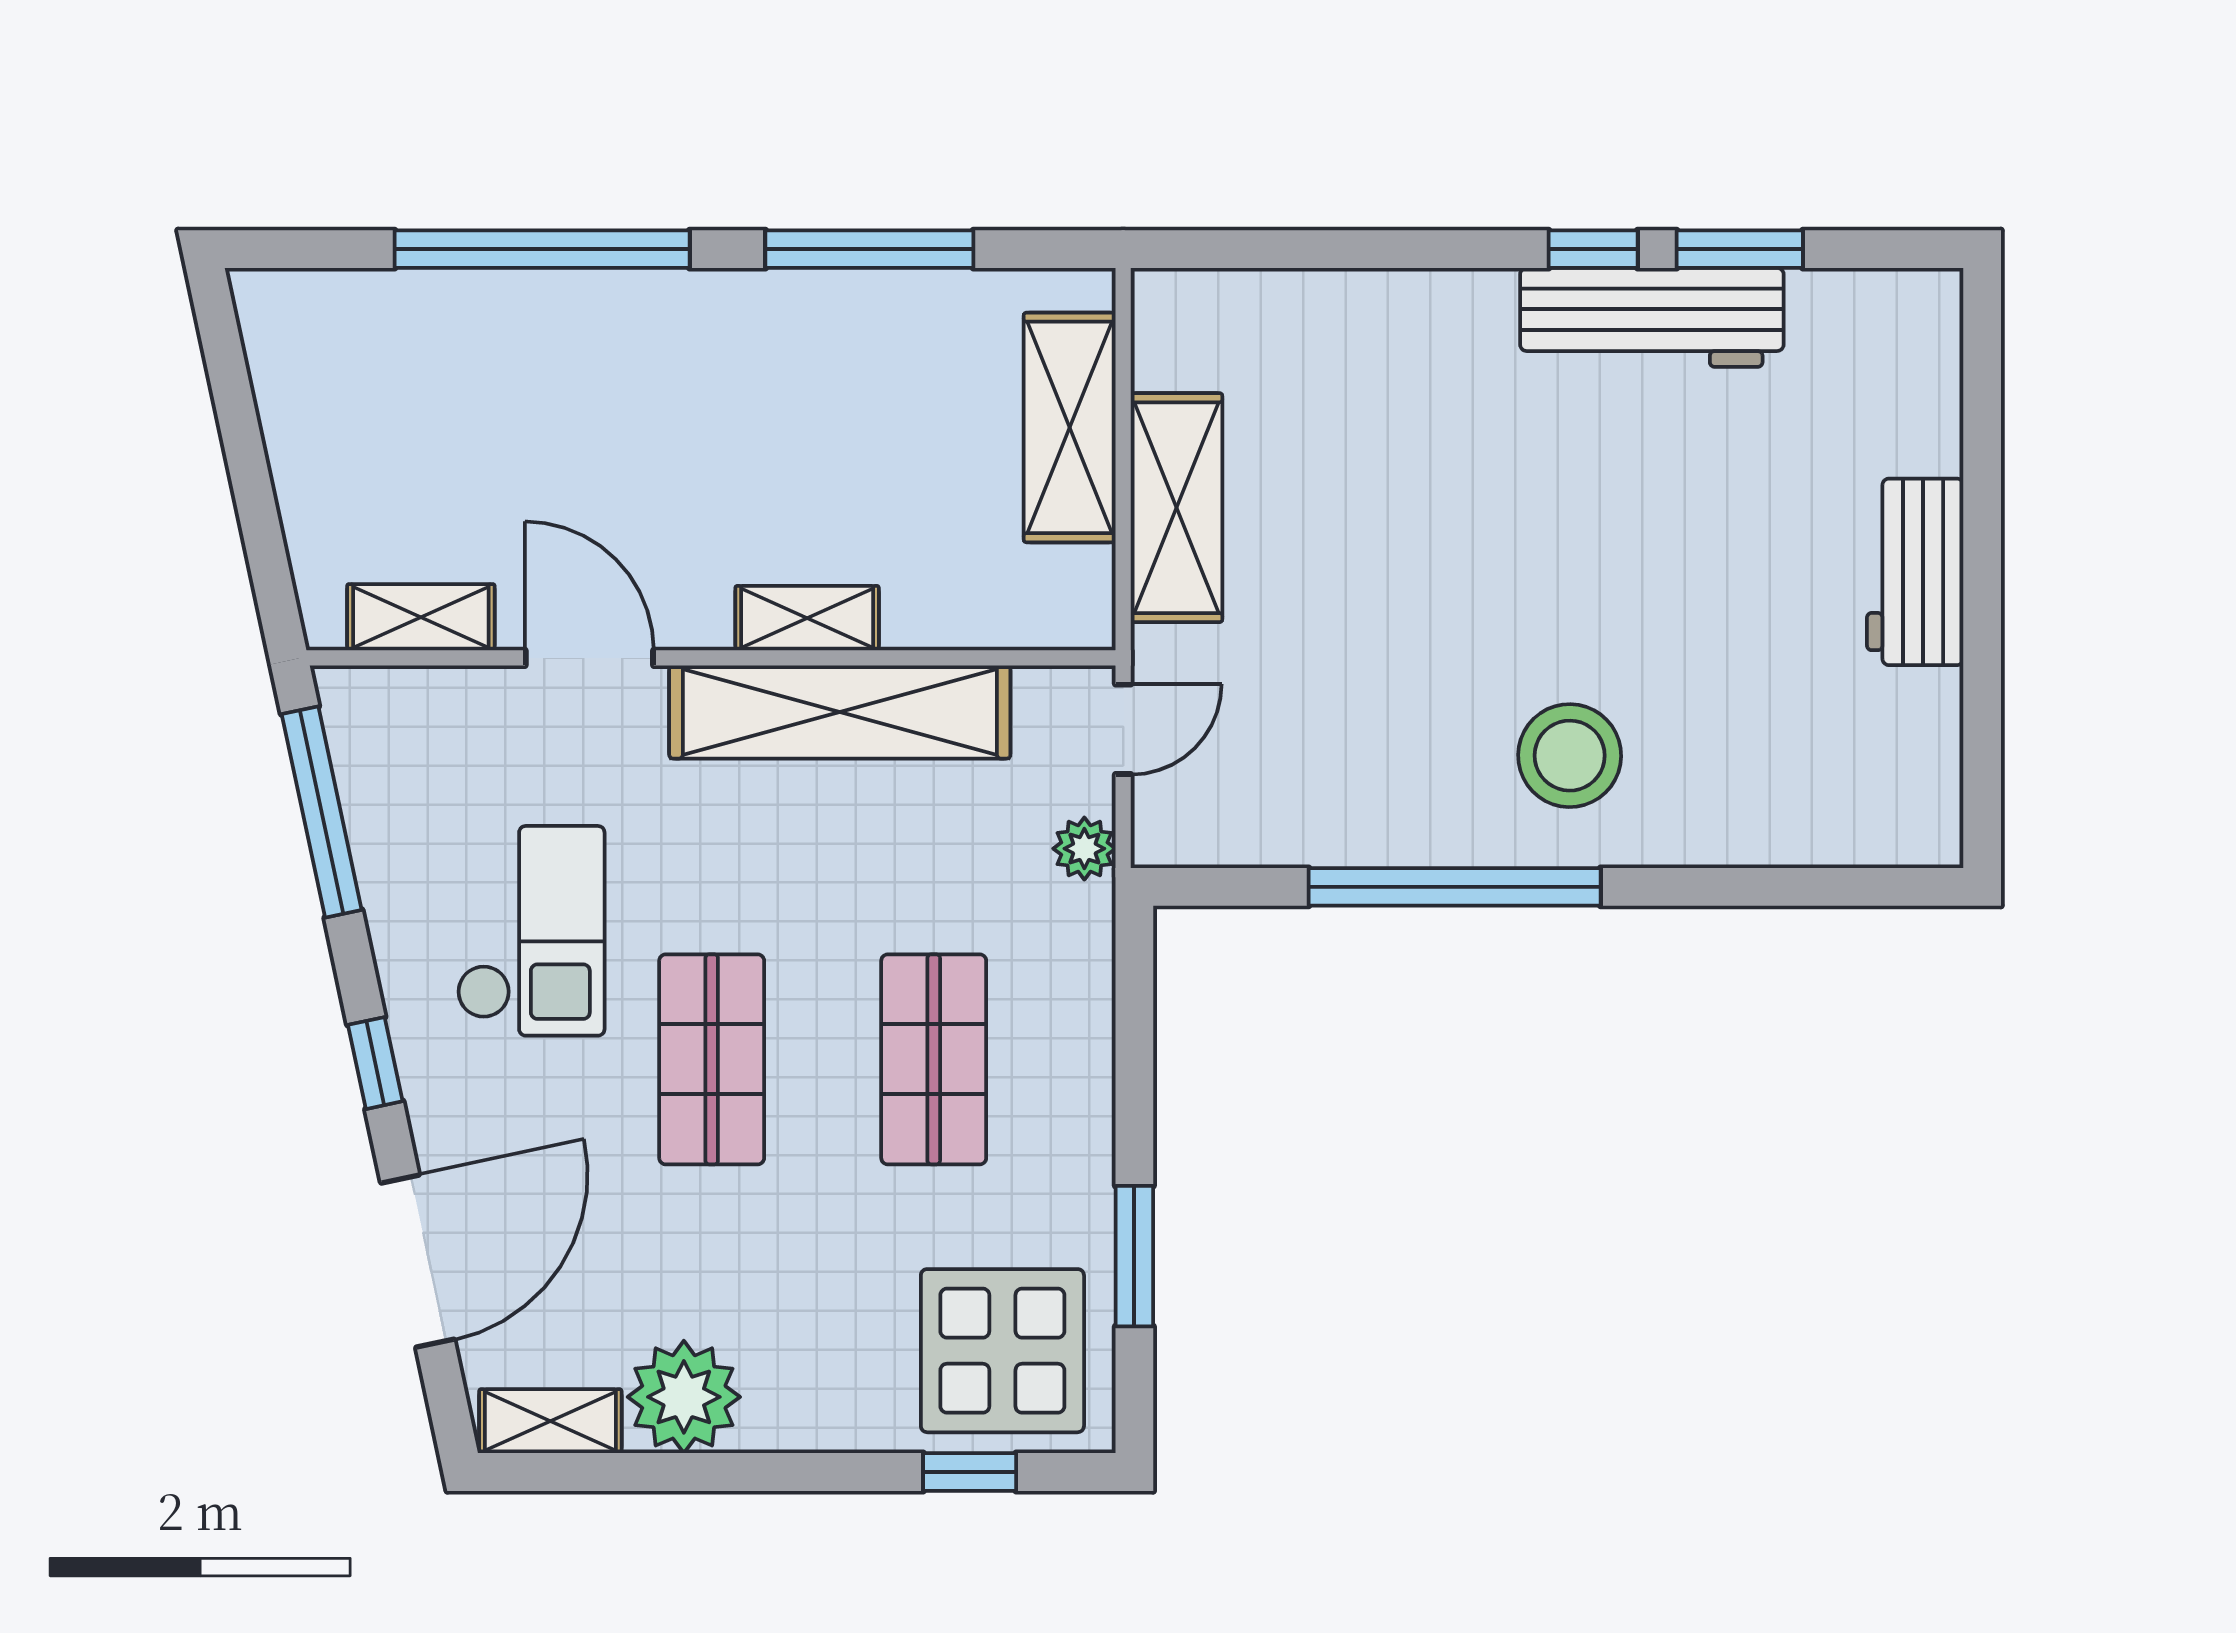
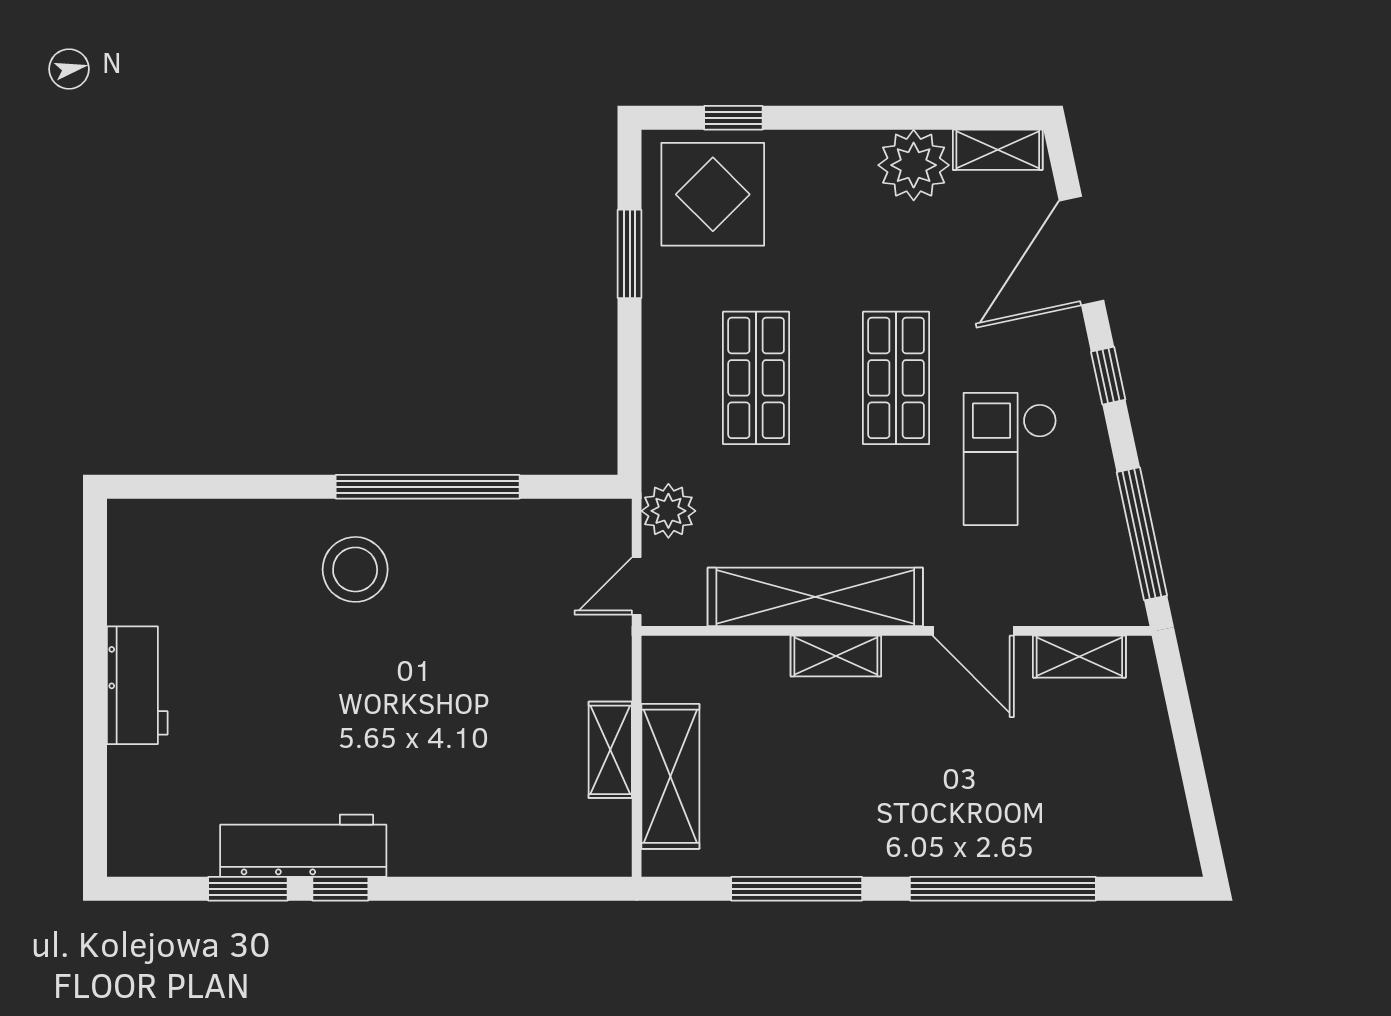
shelving: (1176, 508) -> (610, 750), width x0.67, depth x0.75
plant: (1084, 849) -> (668, 511), width x1.38, depth x1.38

